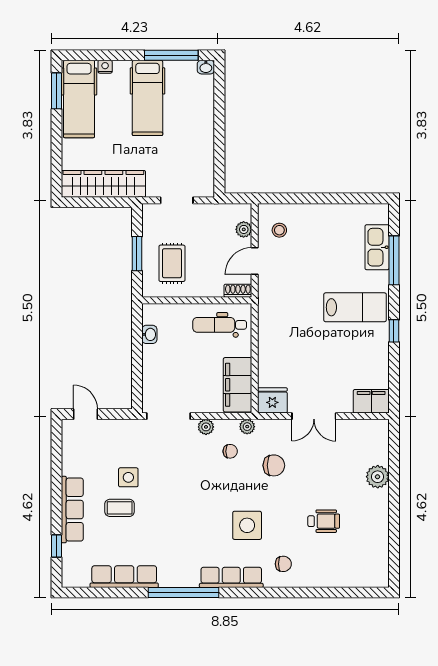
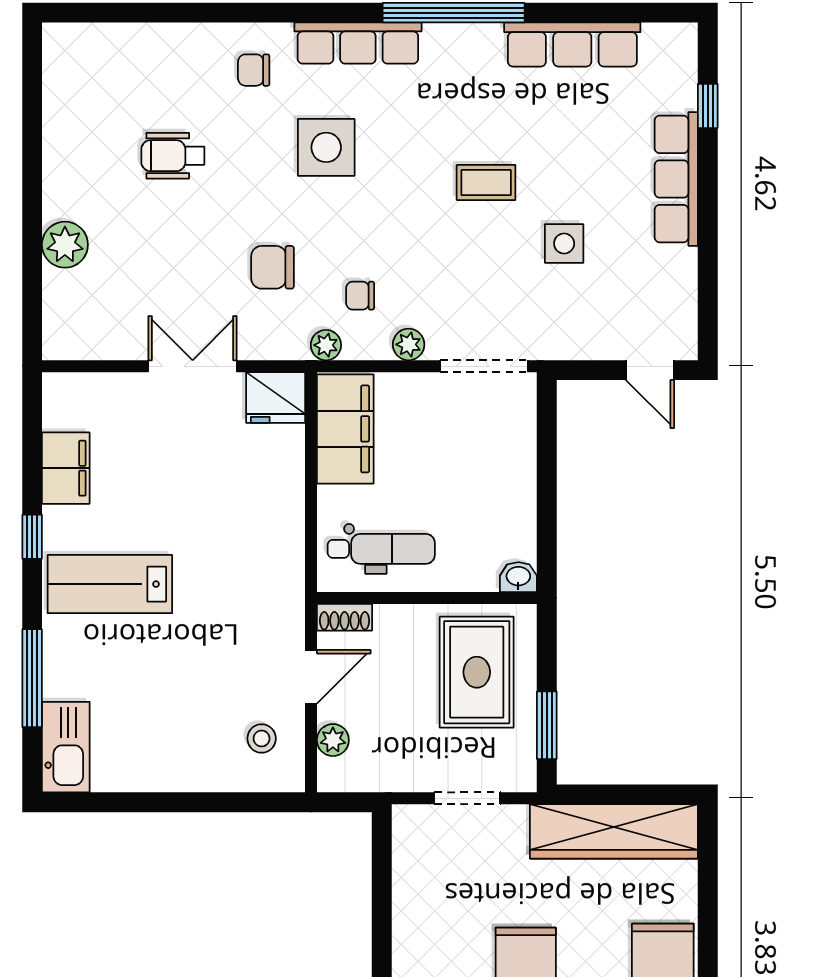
kitchen sink: (377, 247) -> (66, 747), moved
window: (137, 254) -> (547, 725), moved
rug: (172, 263) -> (477, 672), width x1.36, depth x1.43
washbasin: (149, 334) -> (518, 577), moved, turned 90
filing cabinet: (371, 401) -> (66, 468), moved, turned -90
coffee table: (120, 508) -> (486, 183), moved

